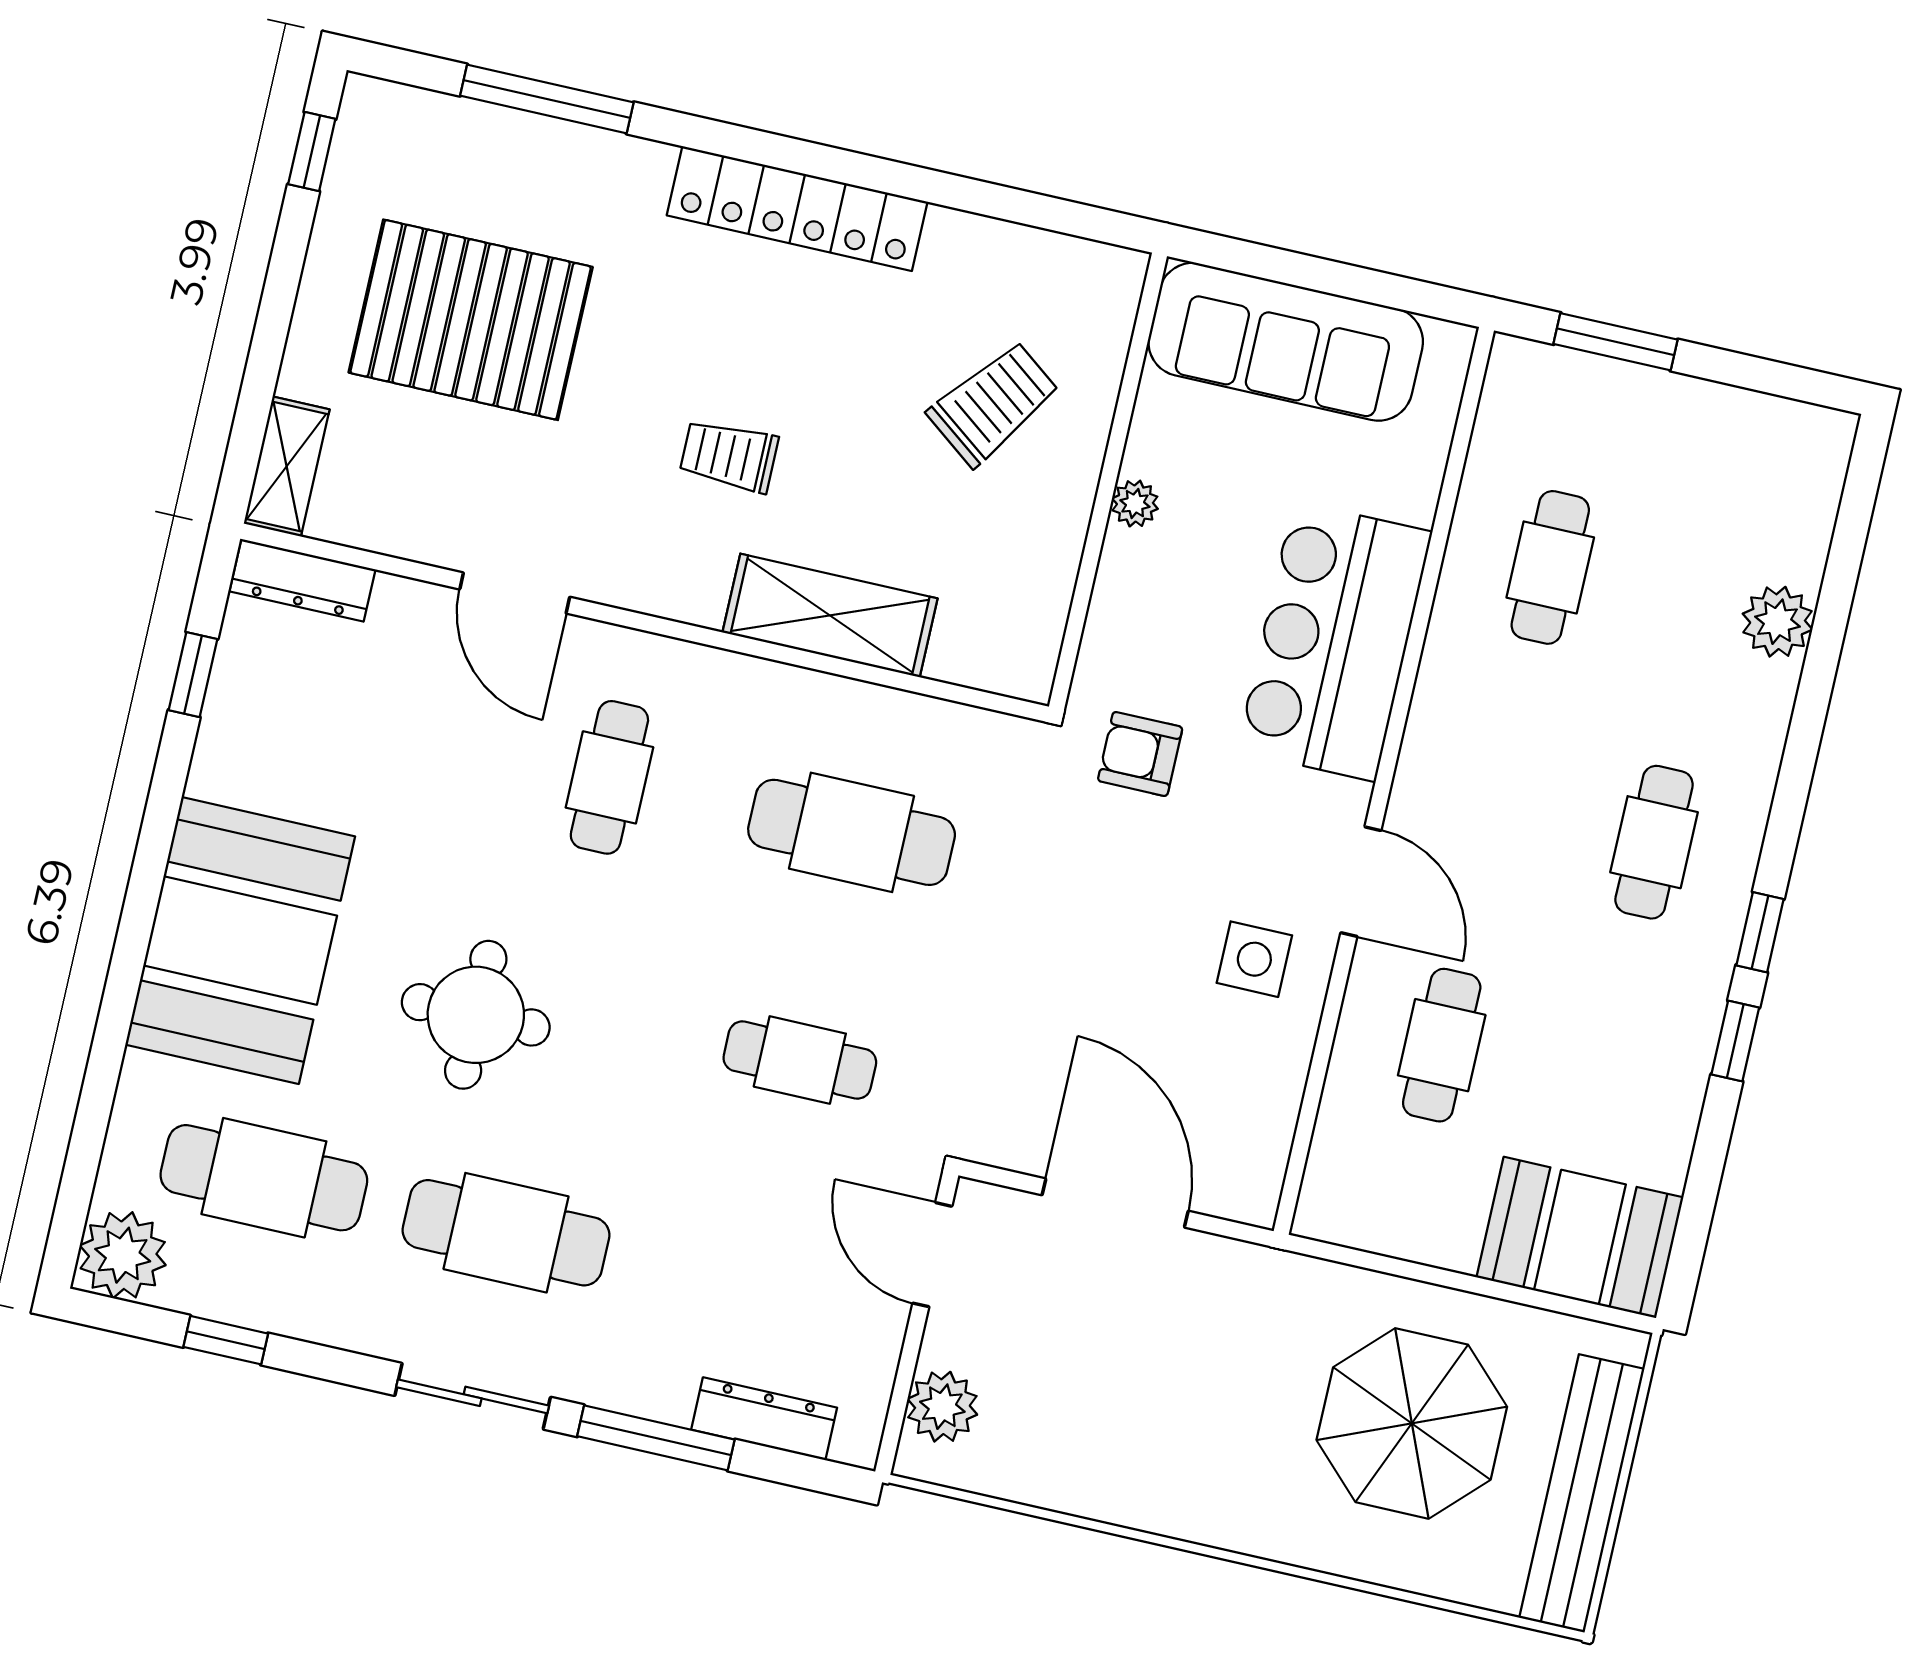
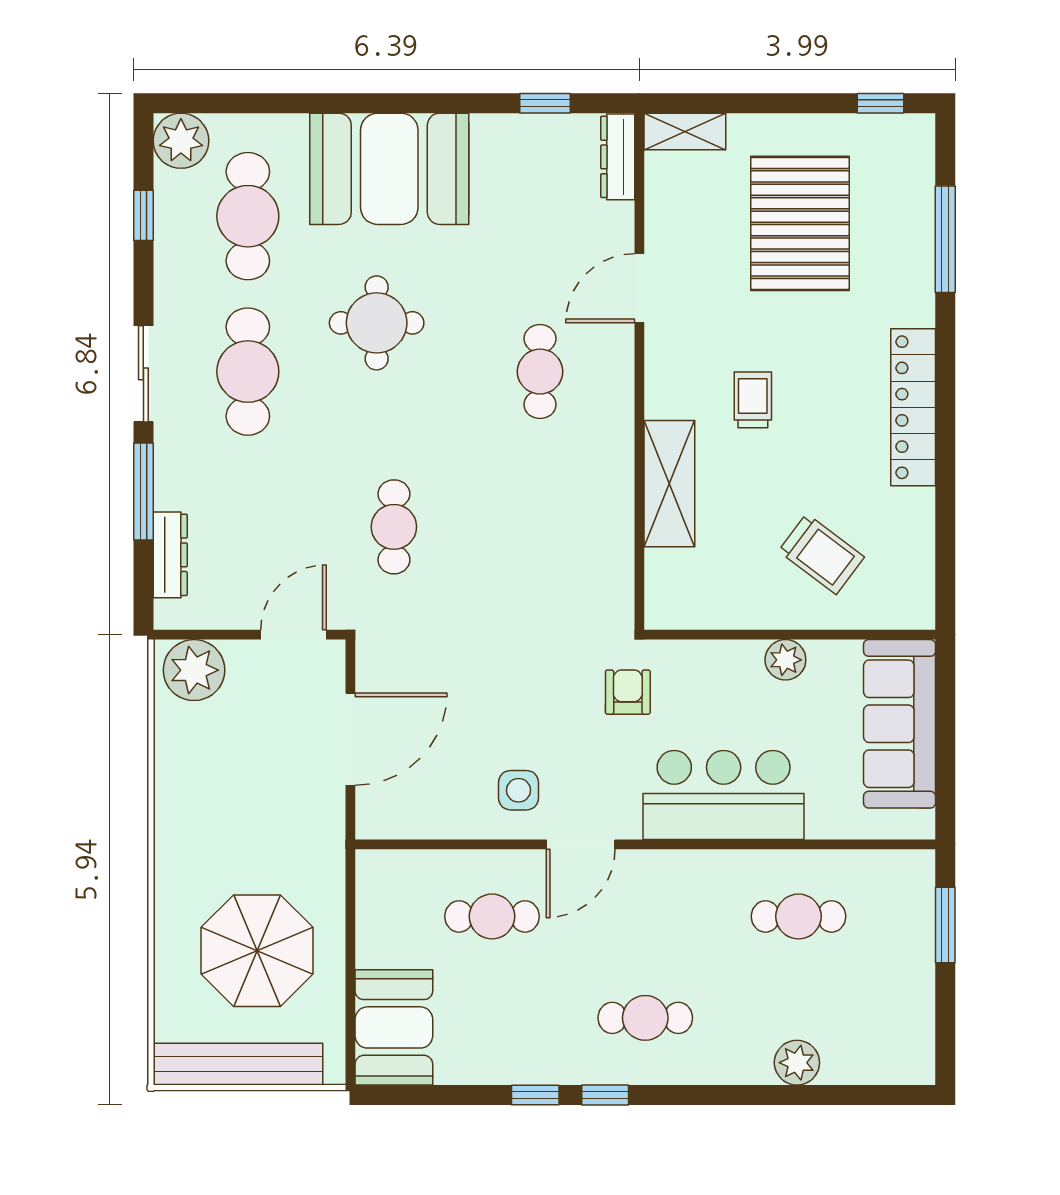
plant: (1135, 504) -> (785, 660), width x1.38, depth x1.38
cafe table: (609, 777) -> (540, 372), turned 90
cafe table: (852, 832) -> (540, 527), removed
plant: (942, 1407) -> (194, 670), width x1.36, depth x1.36

